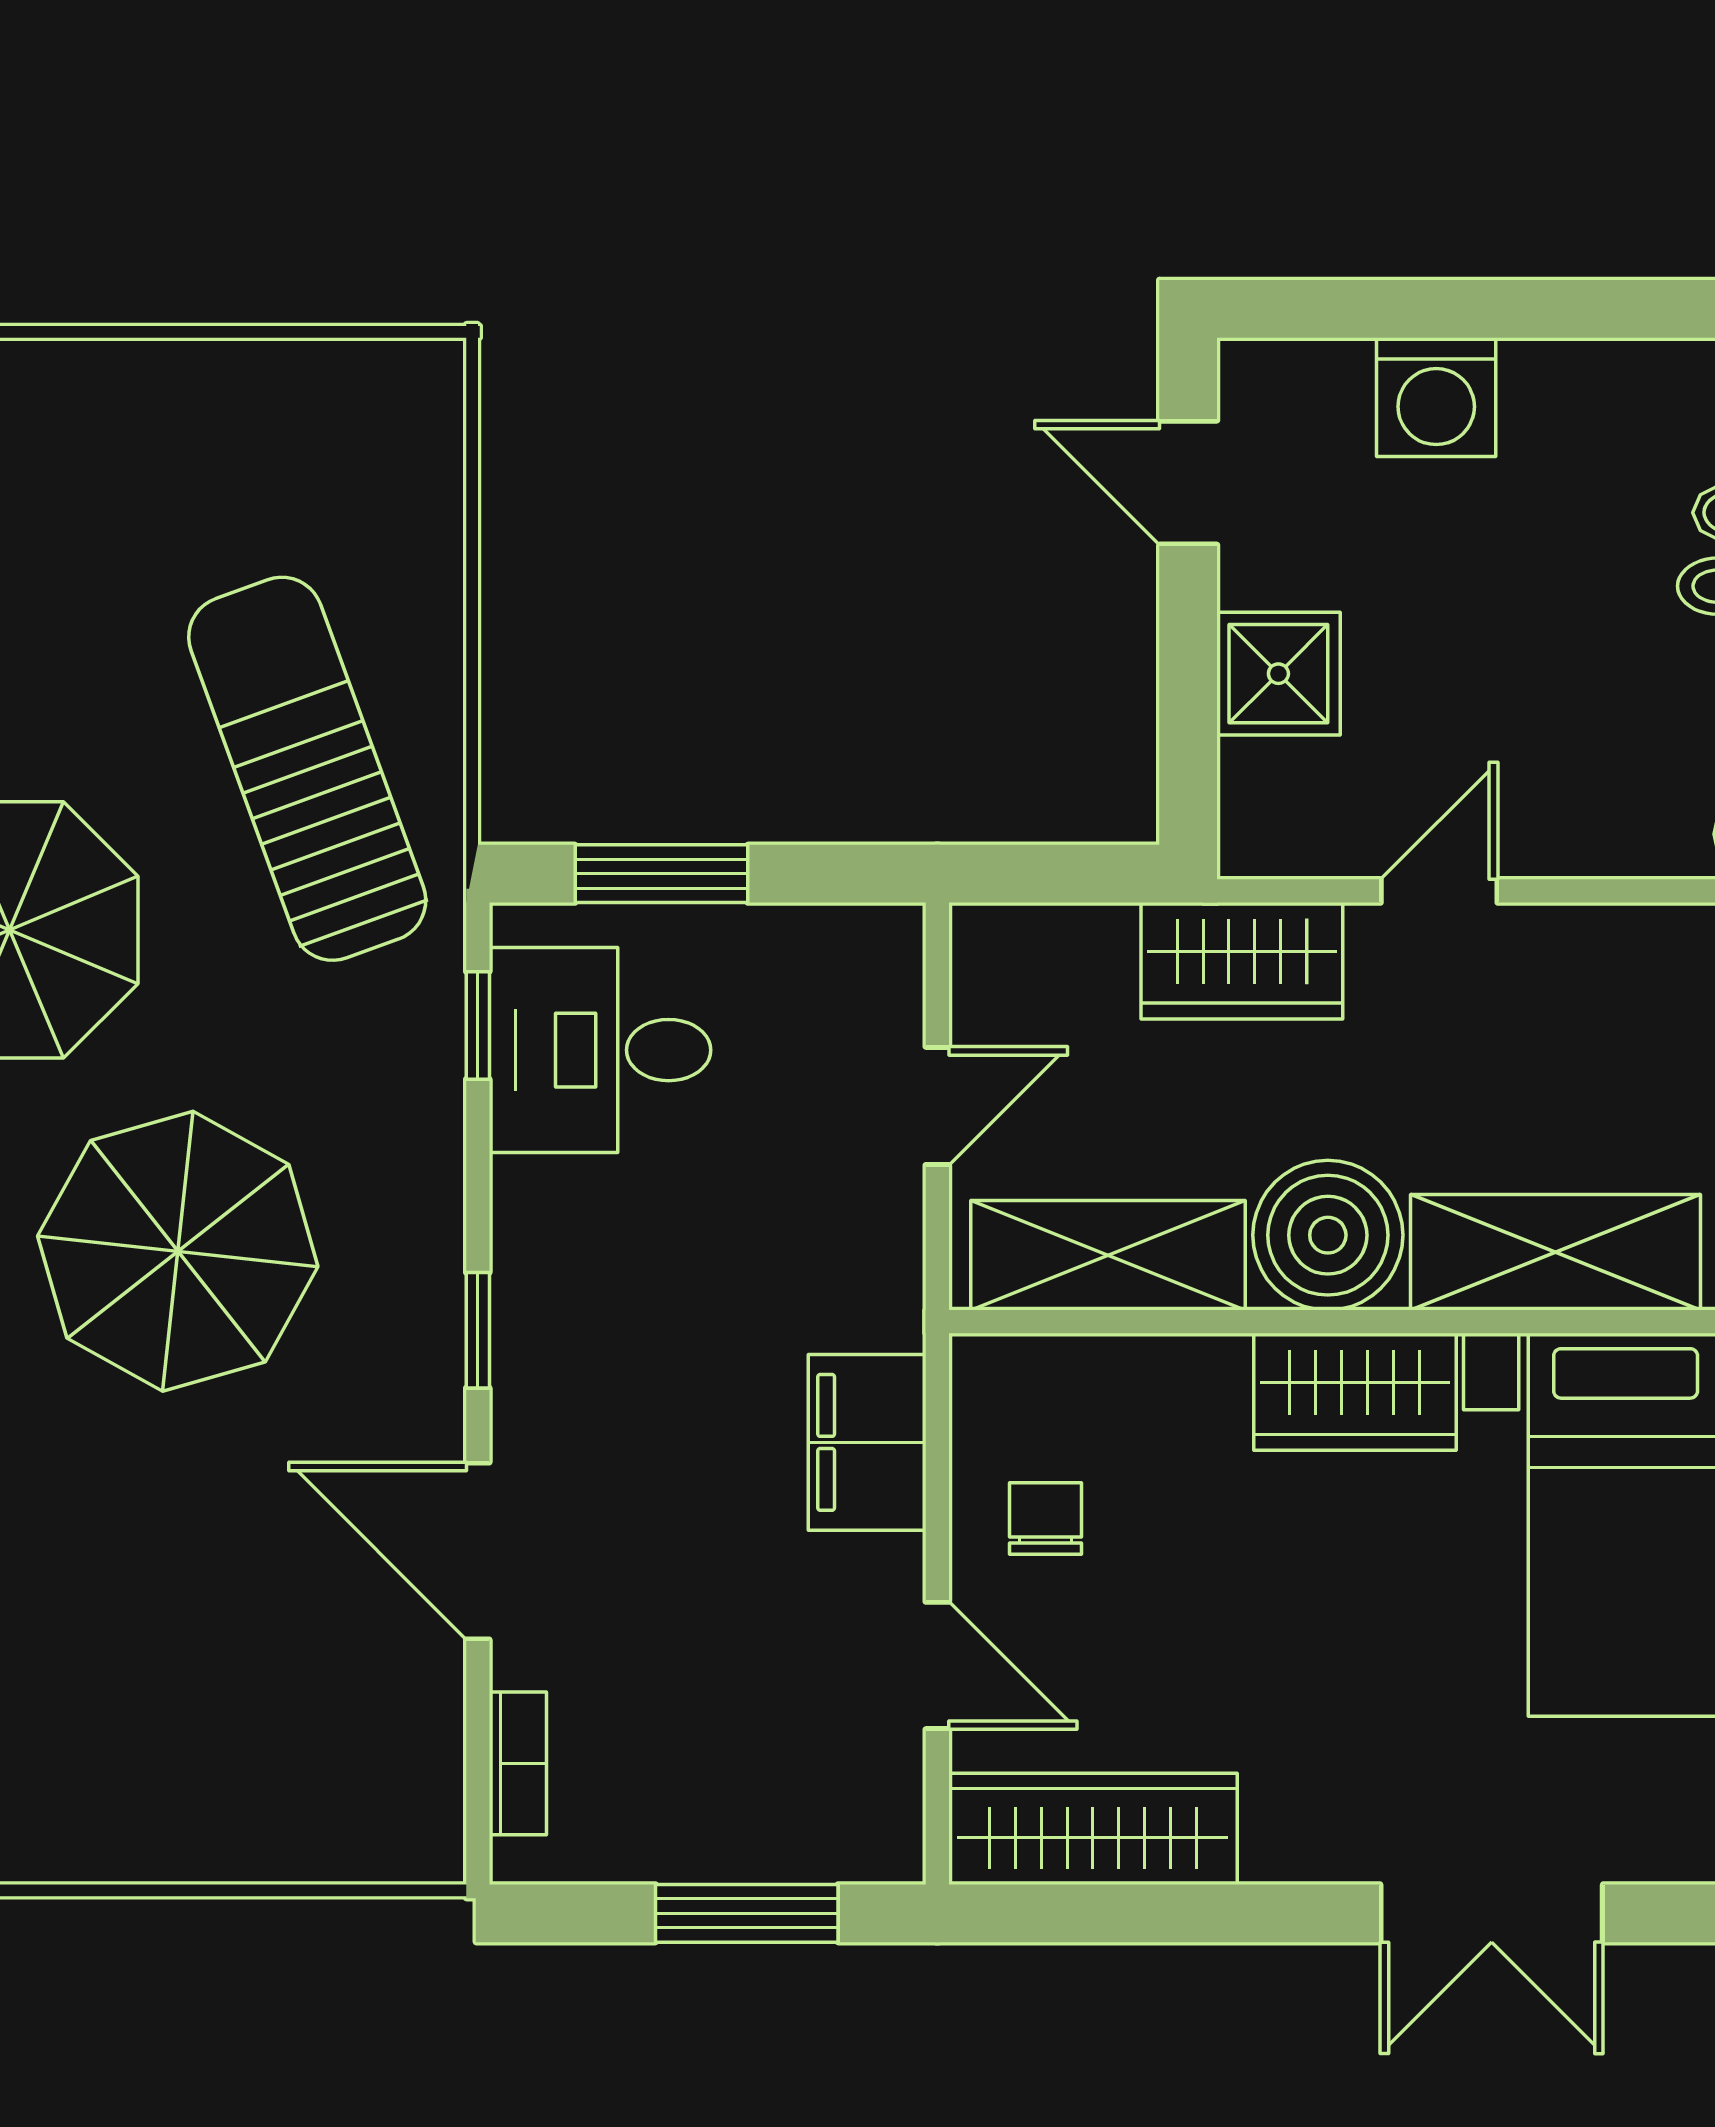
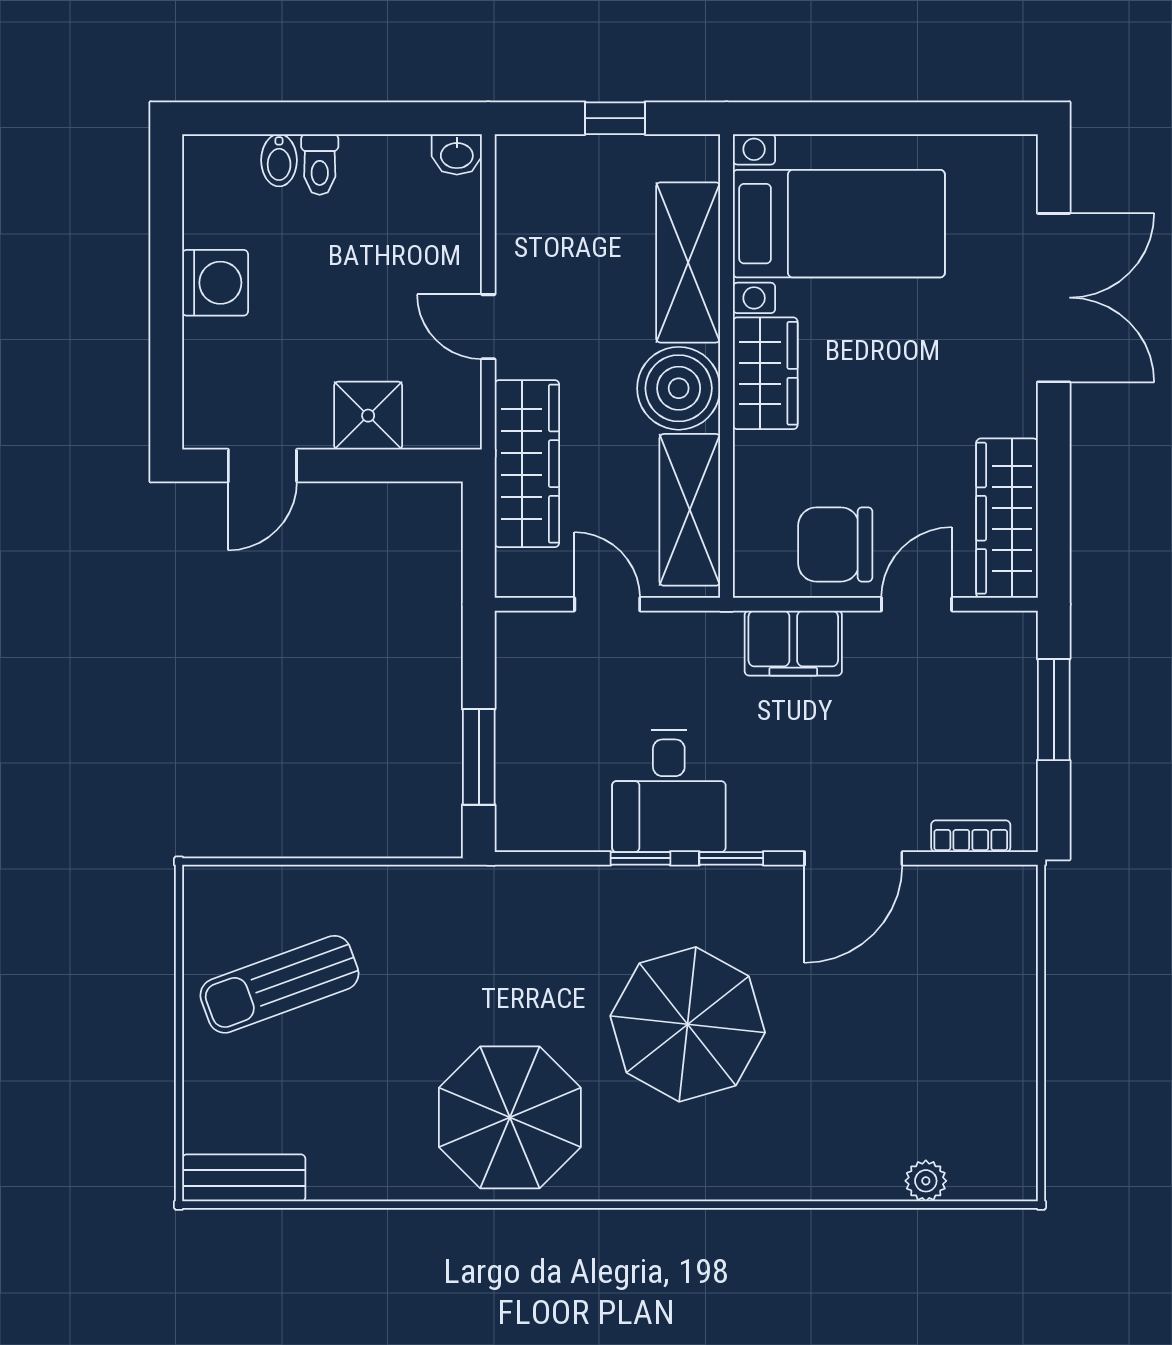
washing machine: (1436, 397) -> (215, 283), moved
sun lounger: (307, 769) -> (279, 984), moved, width x0.73, depth x0.75
wardrobe: (1242, 961) -> (527, 464), width x1.50
window: (478, 1025) -> (641, 858), moved
desk: (600, 1050) -> (669, 791), moved
chair: (1045, 1518) -> (835, 544), width x1.87, depth x1.87
double door: (1492, 1913) -> (1054, 298), width x1.37

